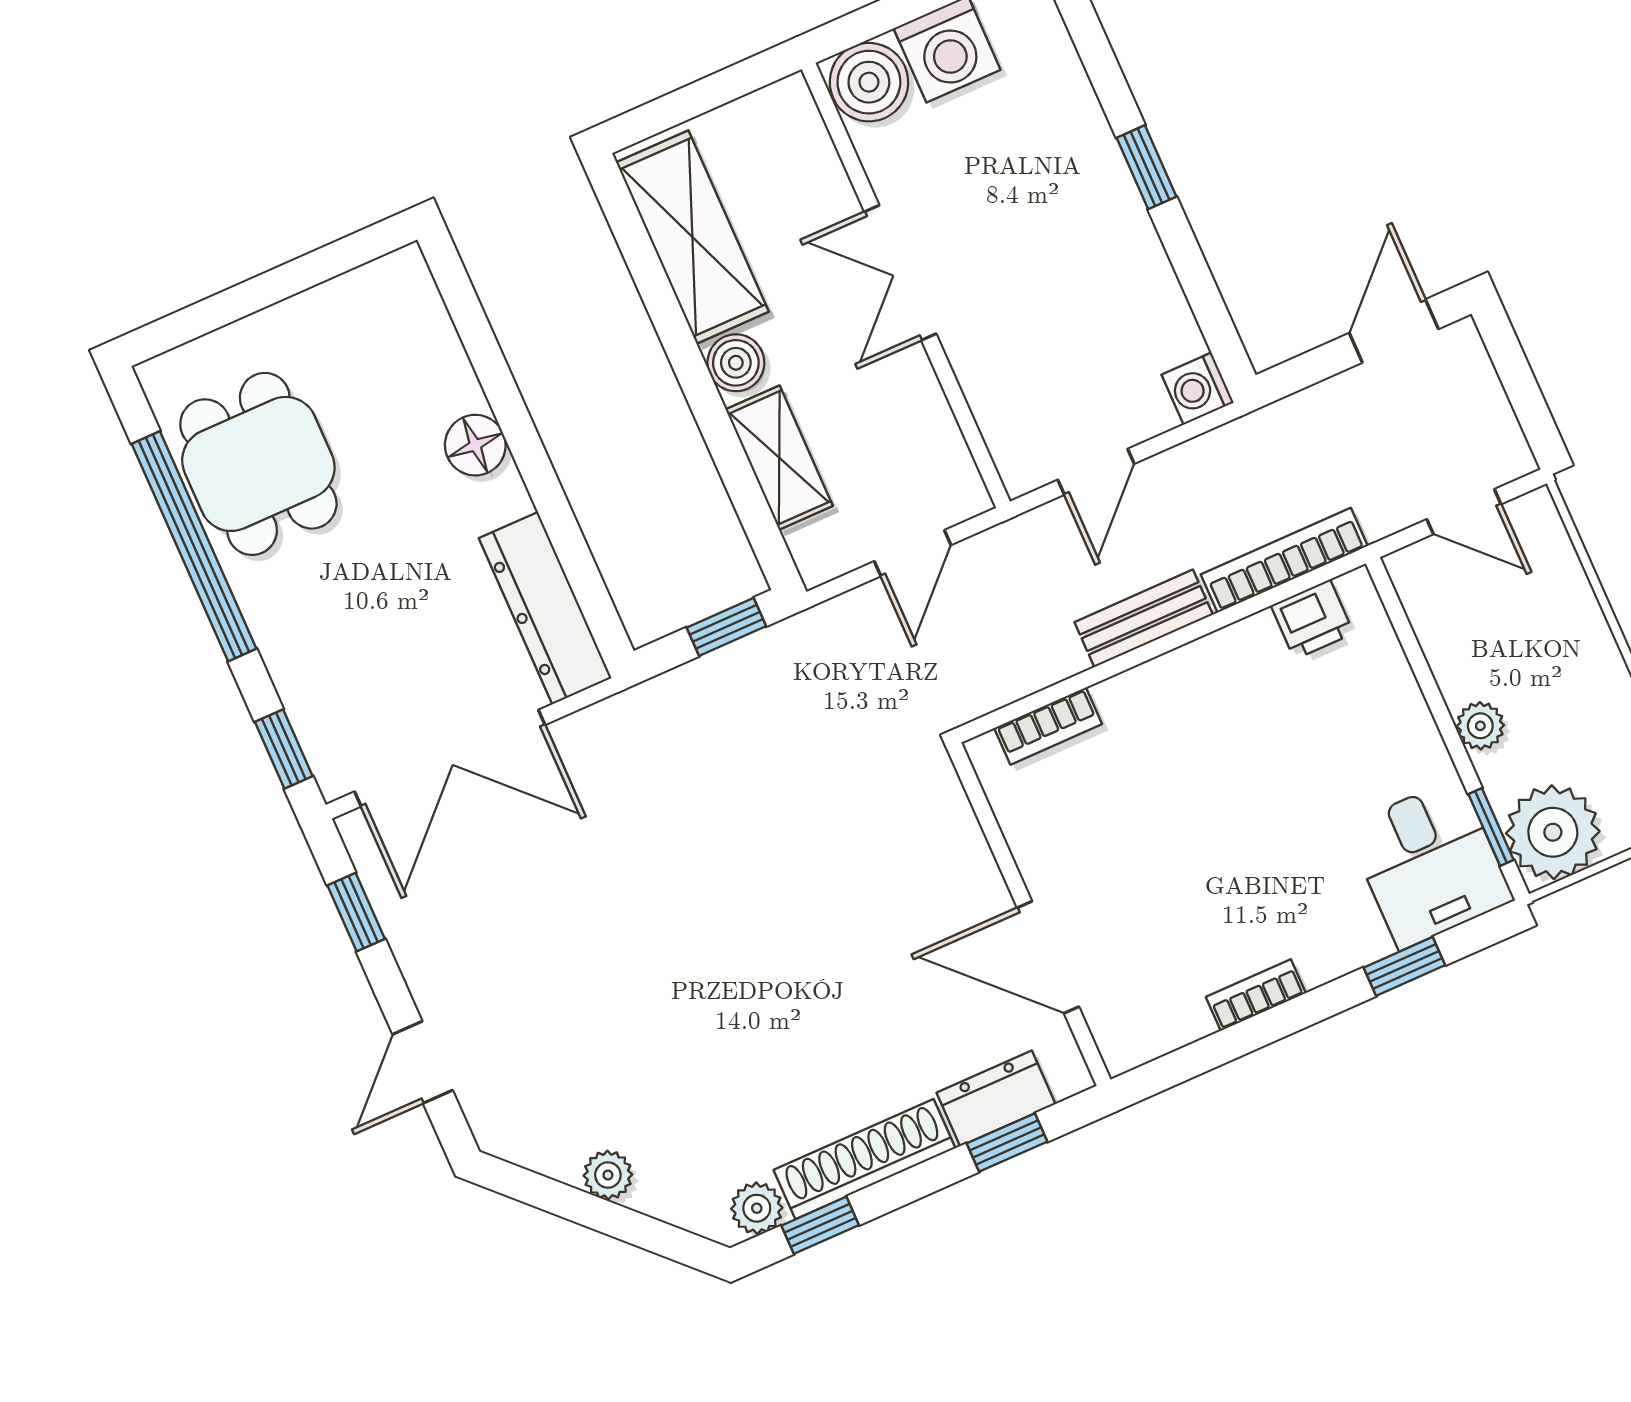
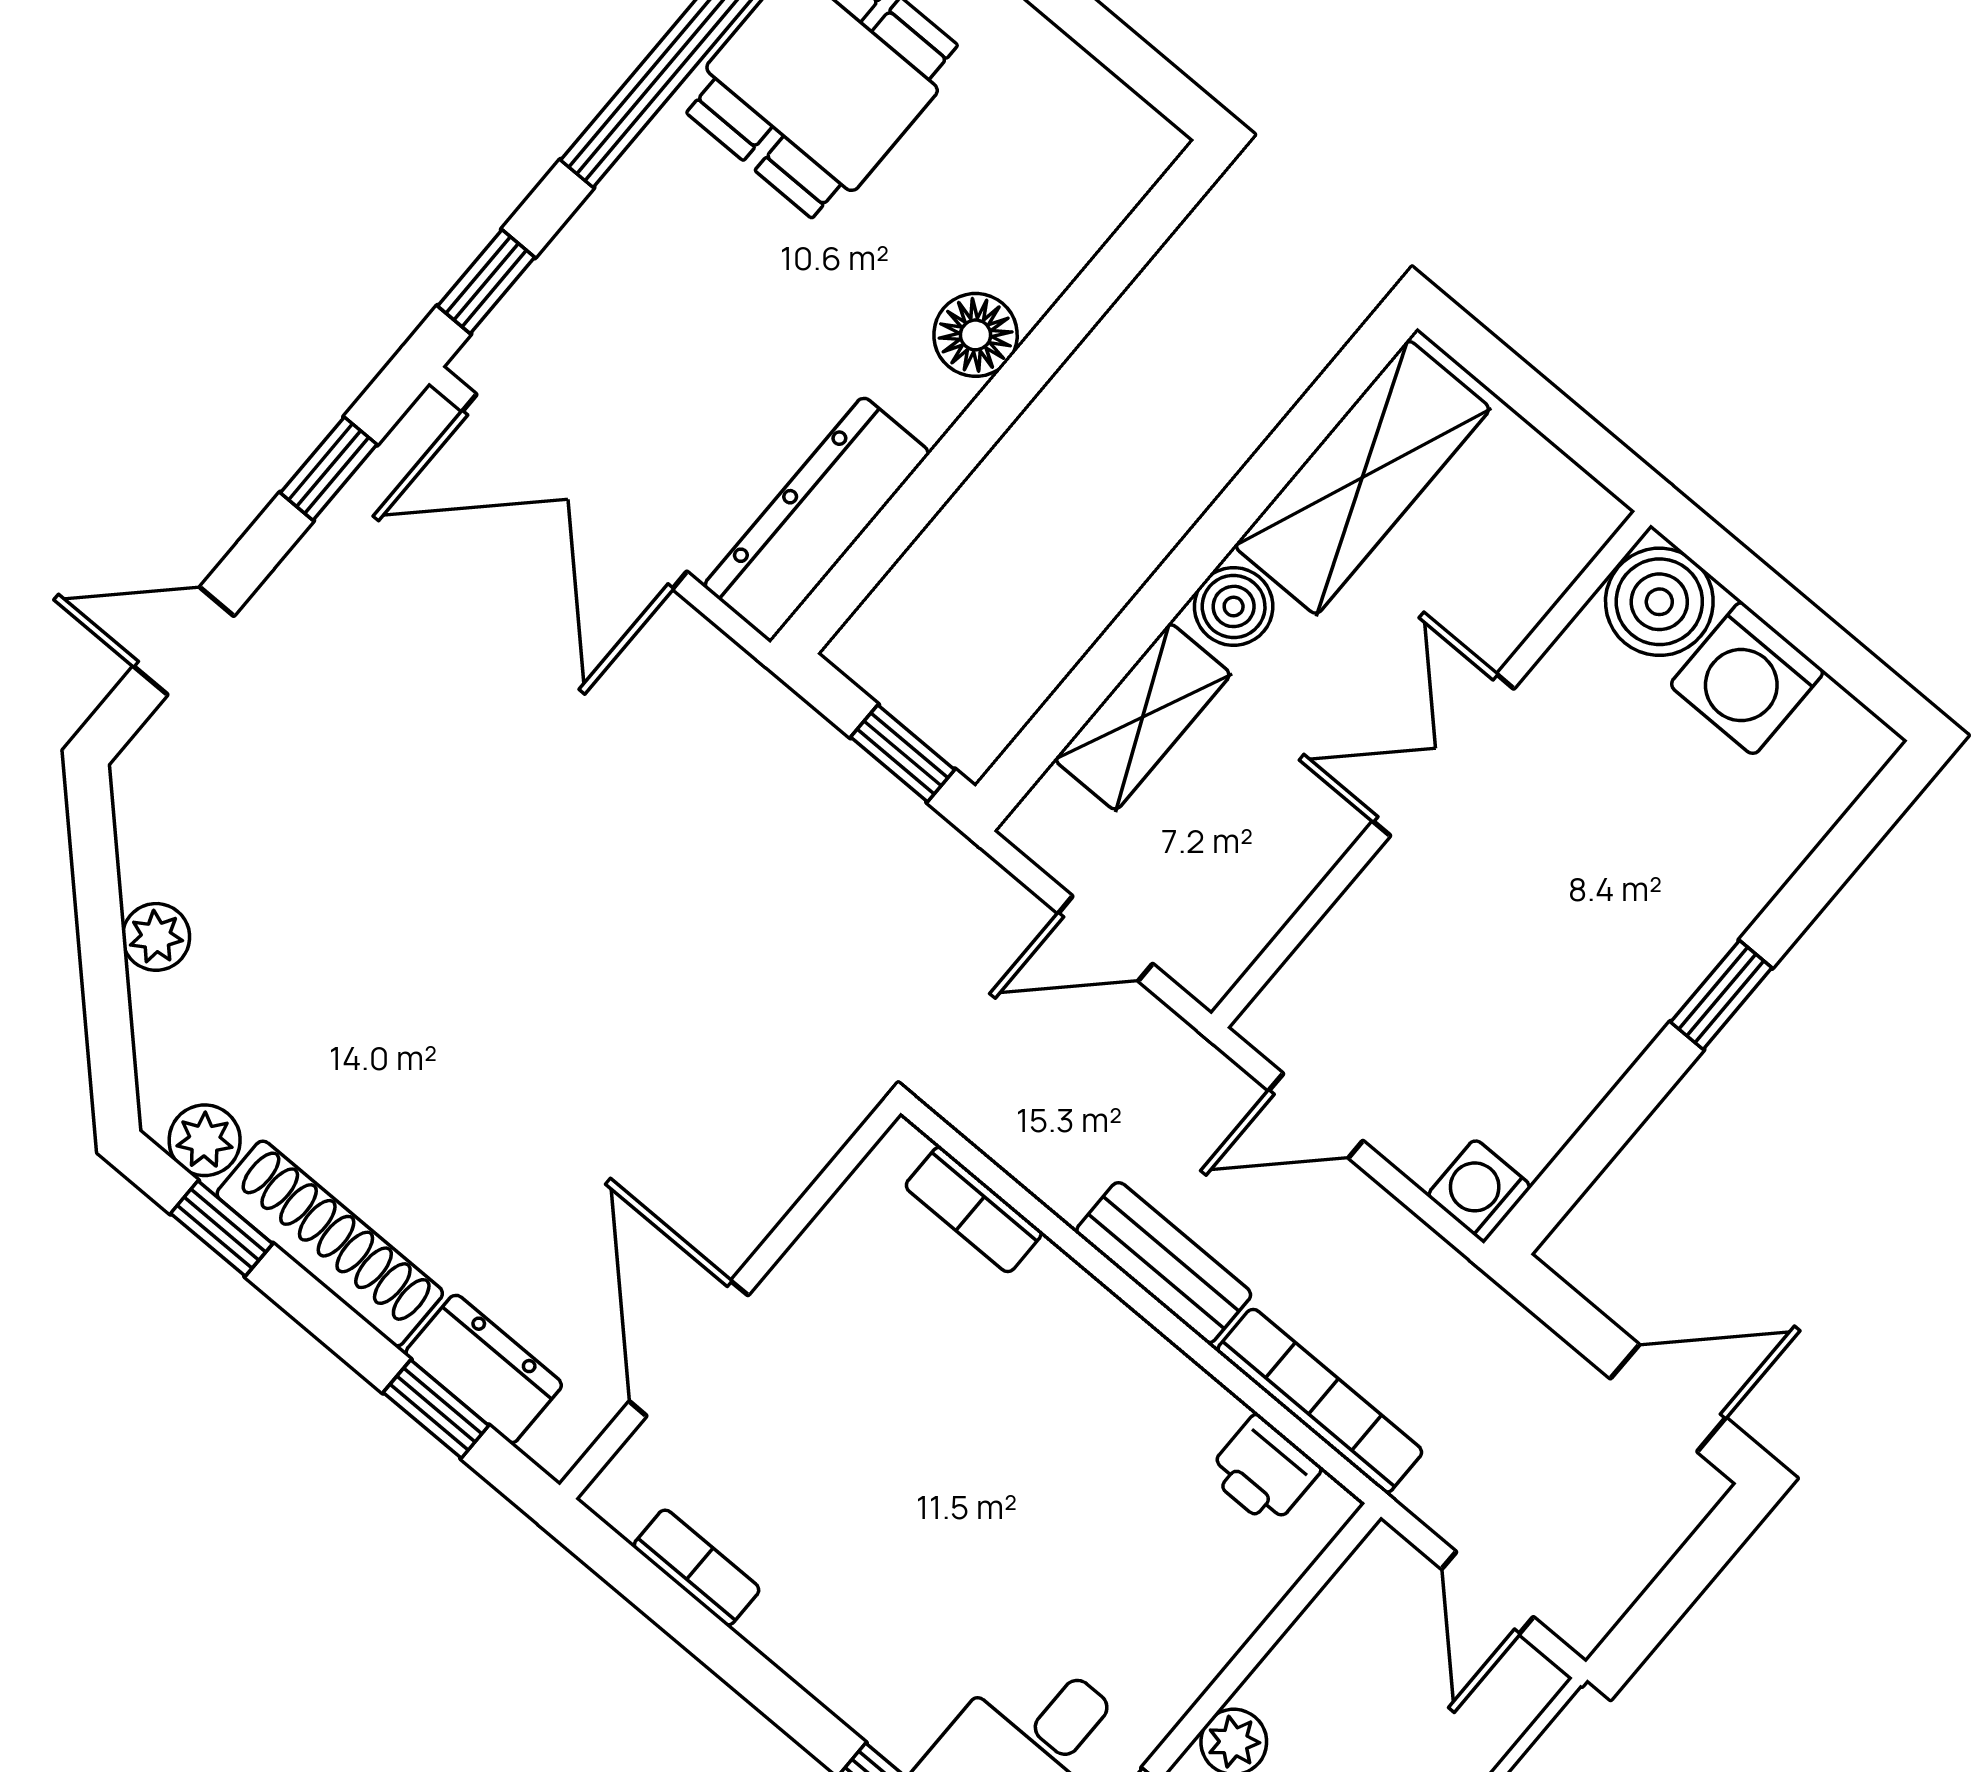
bookcase: (1256, 995) -> (697, 1567), moved

